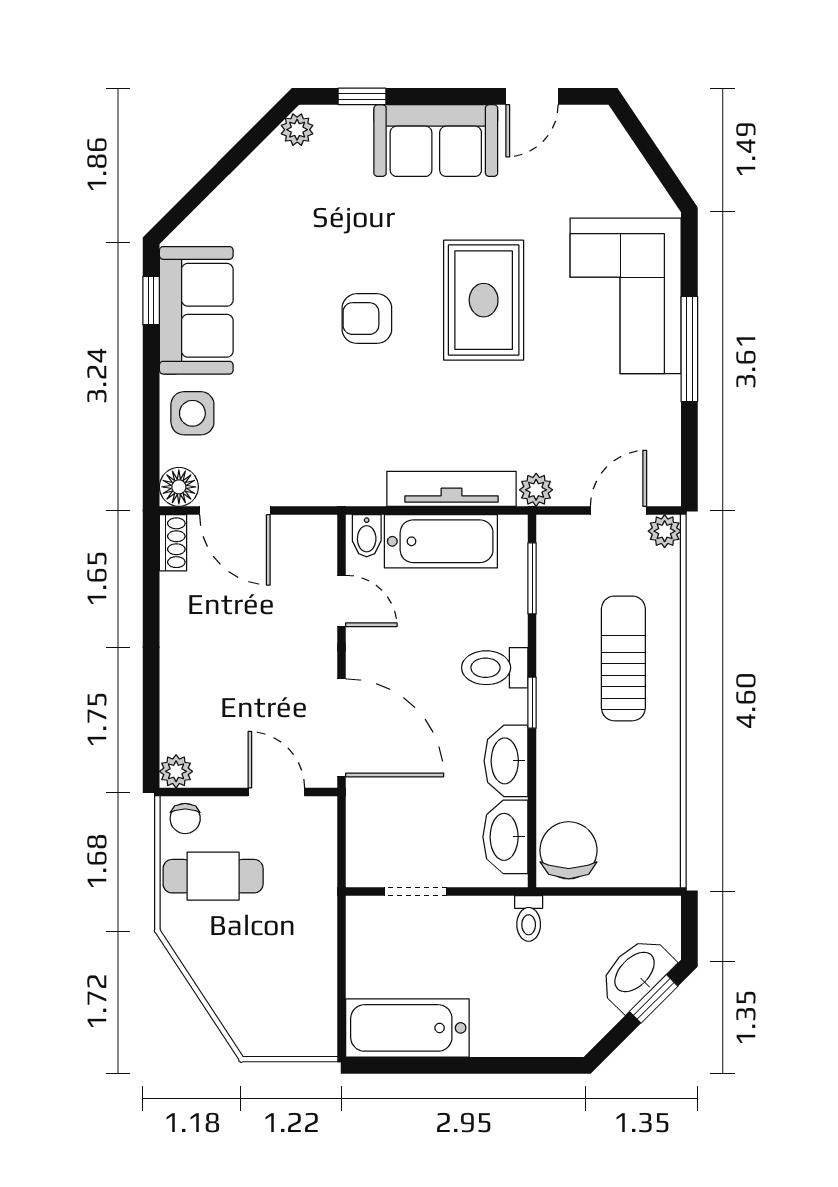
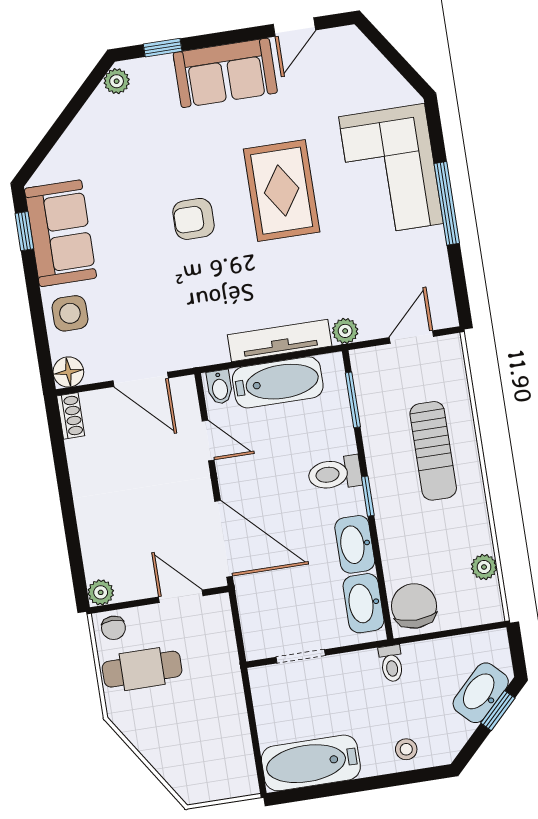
door: (235, 510) -> (141, 379), moved
plant: (665, 531) -> (484, 567), moved
sun lounger: (623, 658) -> (433, 451), turned 180
stool: (530, 1029) -> (406, 749), added

